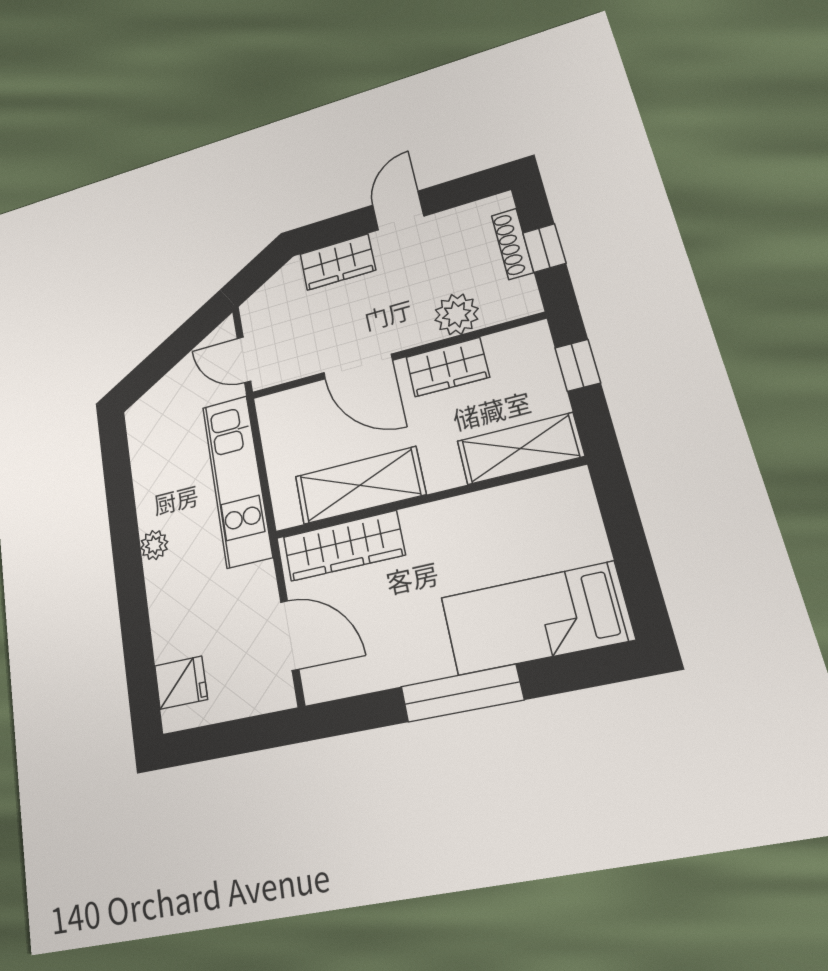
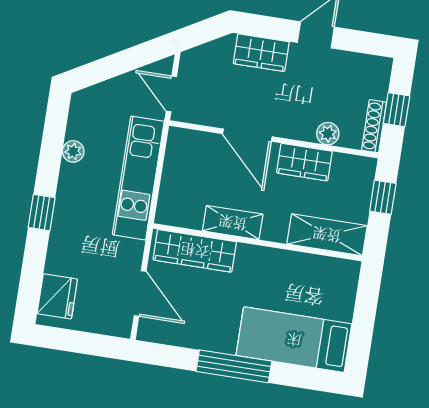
shoe rack: (512, 244) -> (374, 126), moved
plant: (457, 314) -> (328, 134), width x0.73, depth x0.73
shelving: (360, 485) -> (233, 223), width x0.67, depth x0.75
plant: (154, 545) -> (73, 151), moved
window: (129, 576) -> (42, 213), added
fridge: (181, 683) -> (57, 296), width x1.38

